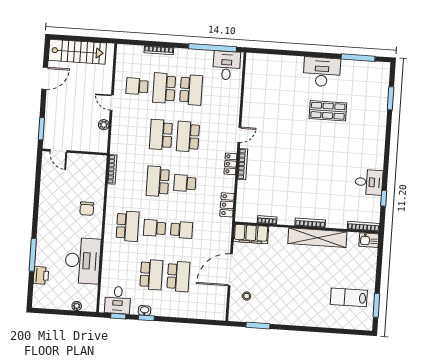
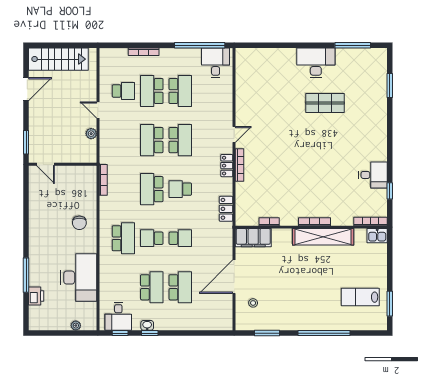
school desk: (137, 86) -> (123, 91), turned 180
school desk: (188, 137) -> (180, 140), turned 180
window: (312, 329) -> (324, 333), added

